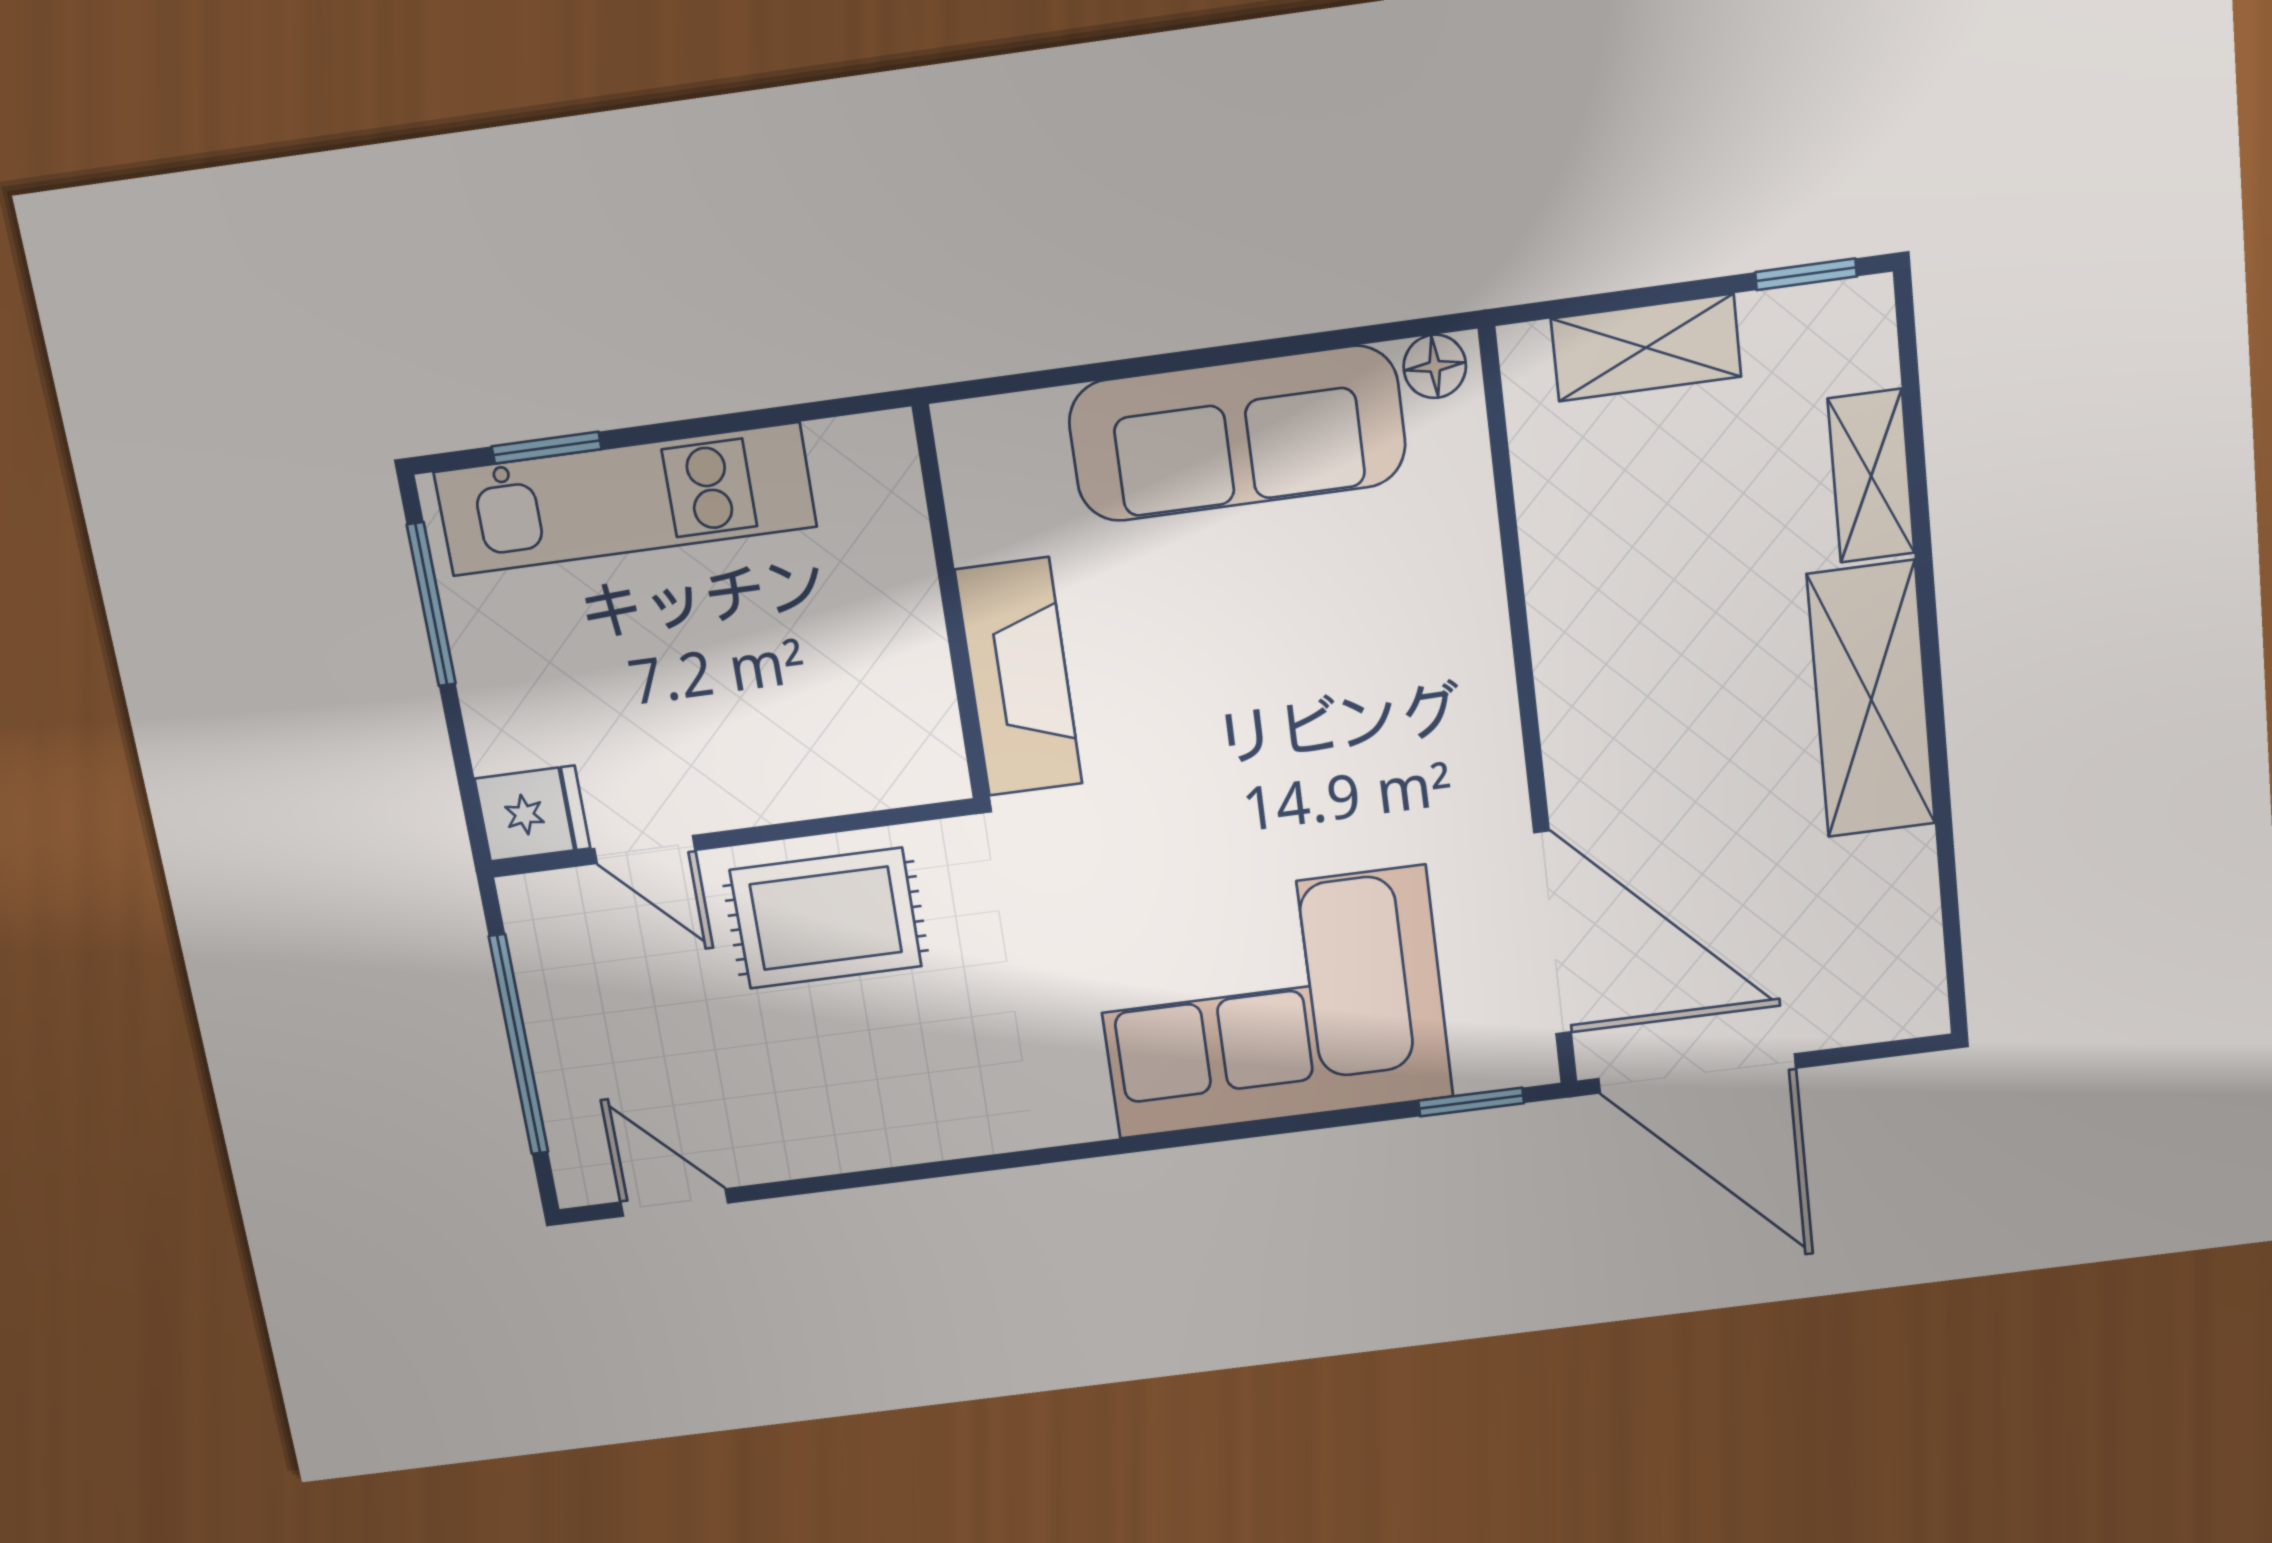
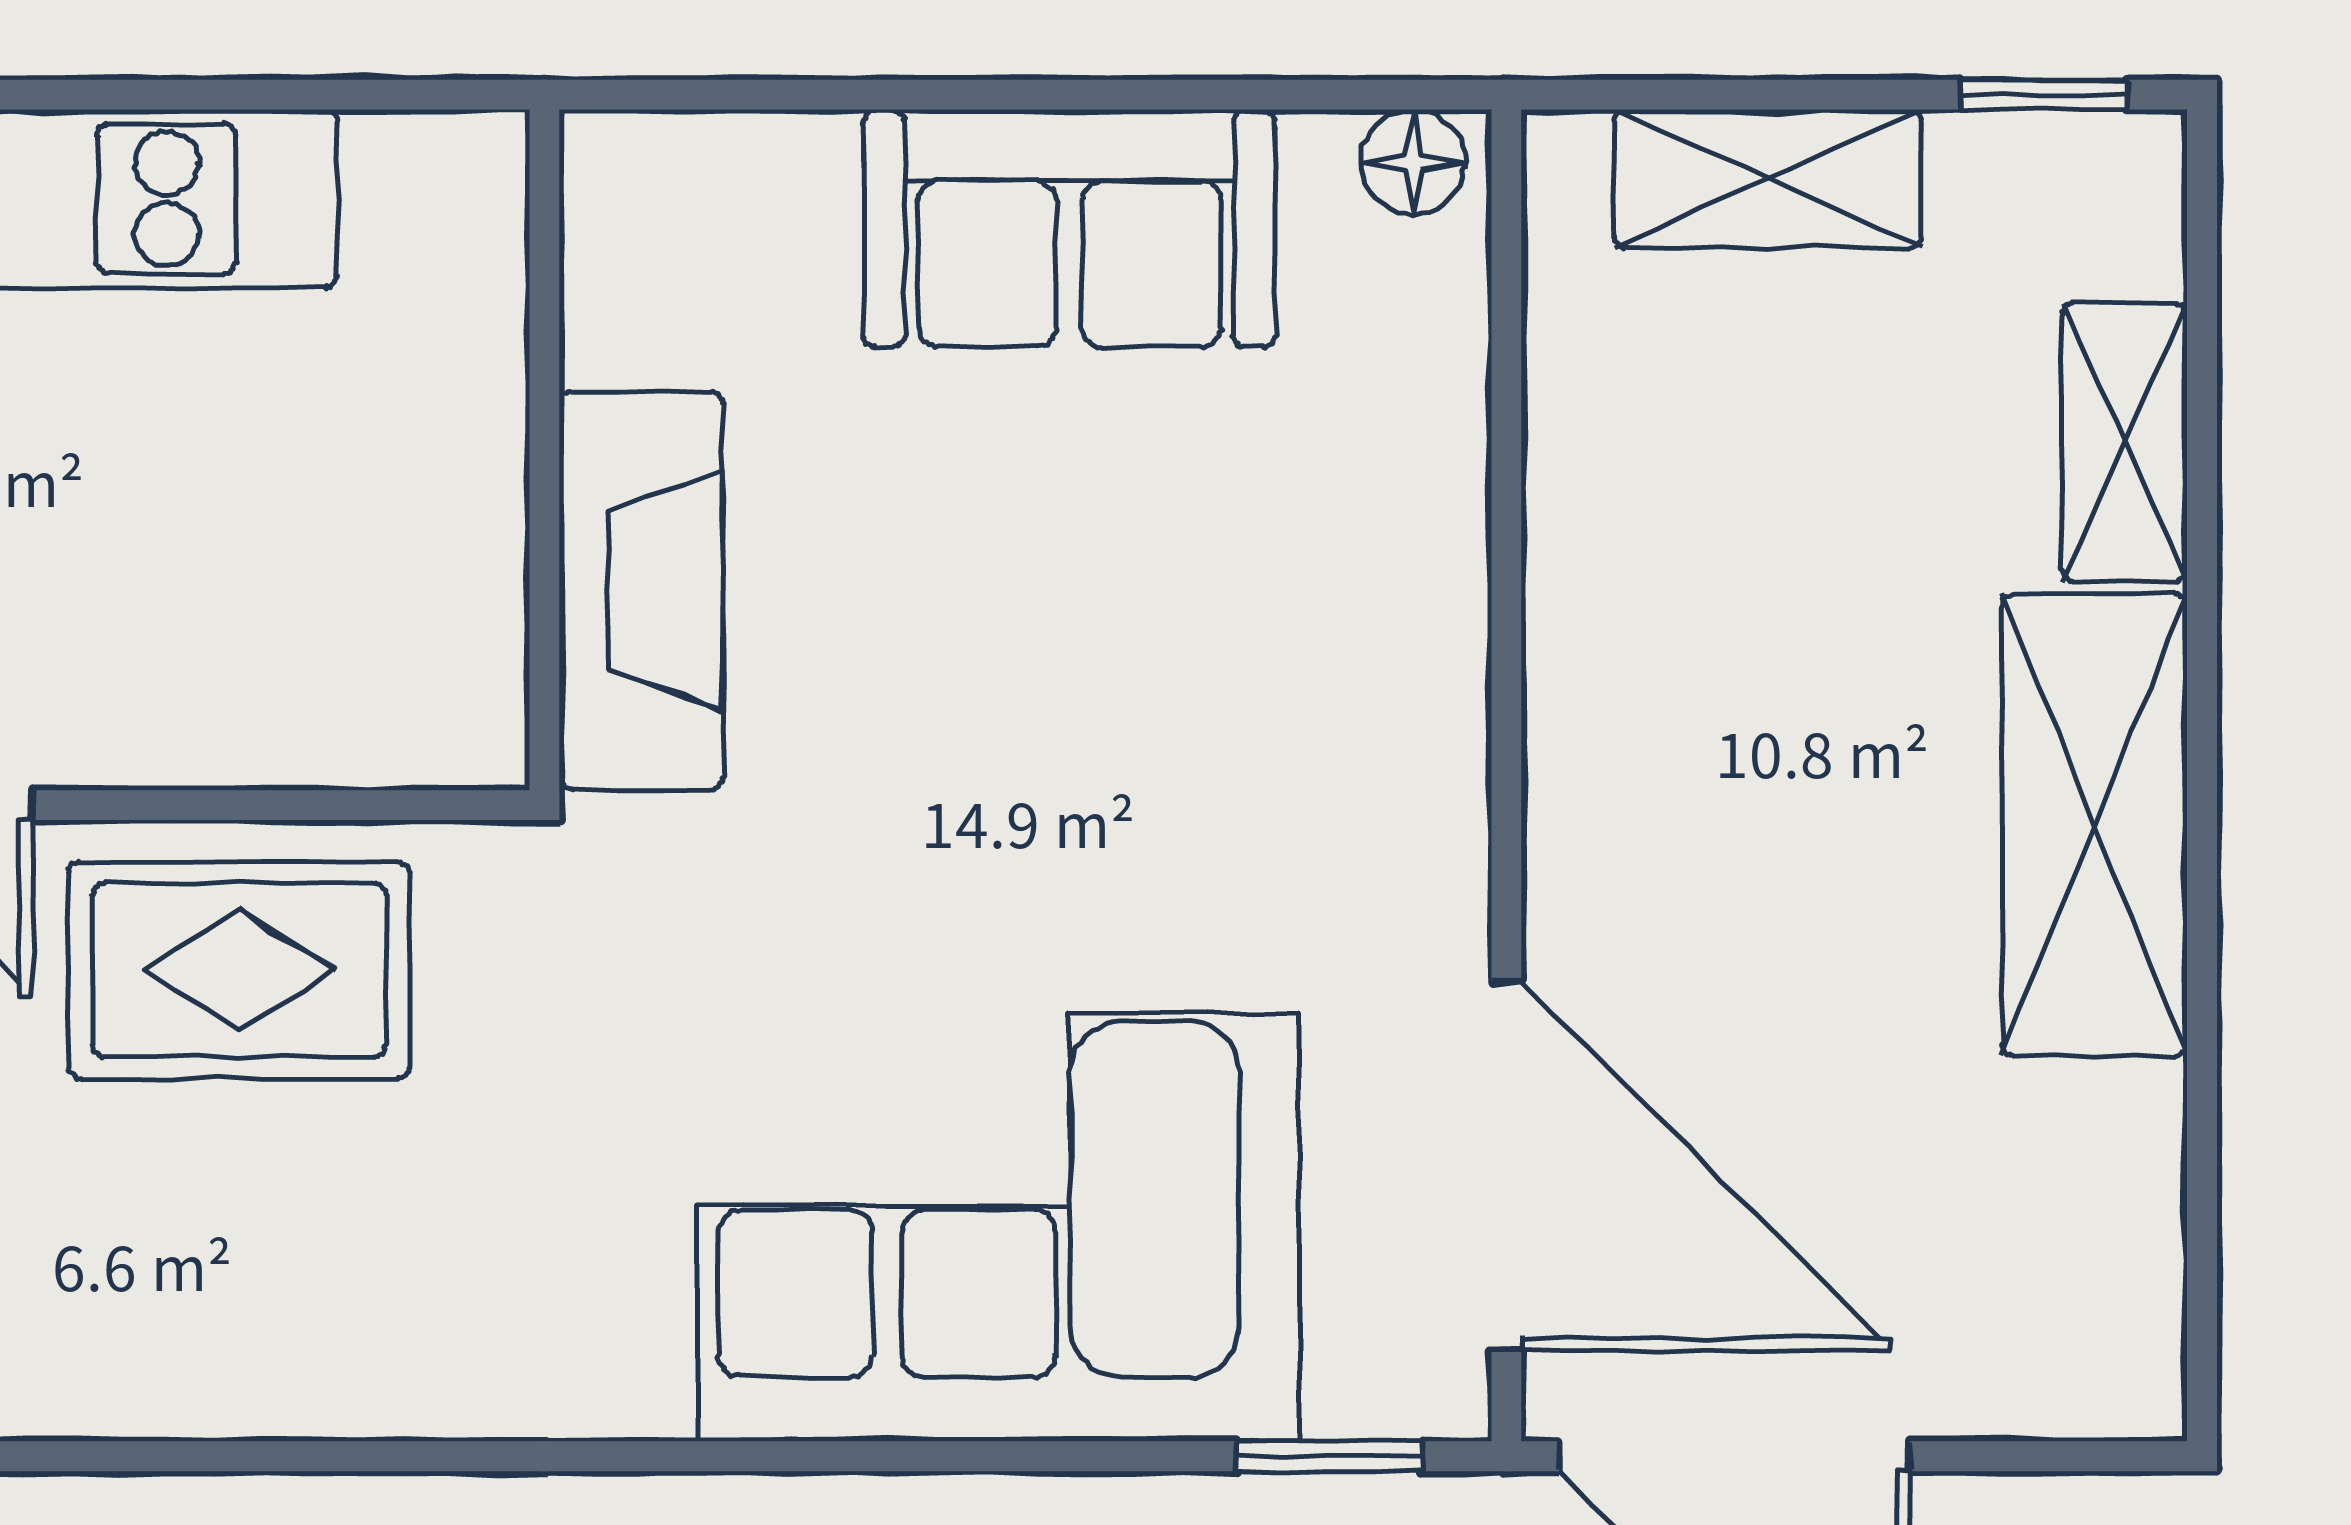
sofa: (1237, 434) -> (1069, 228), width x0.73

